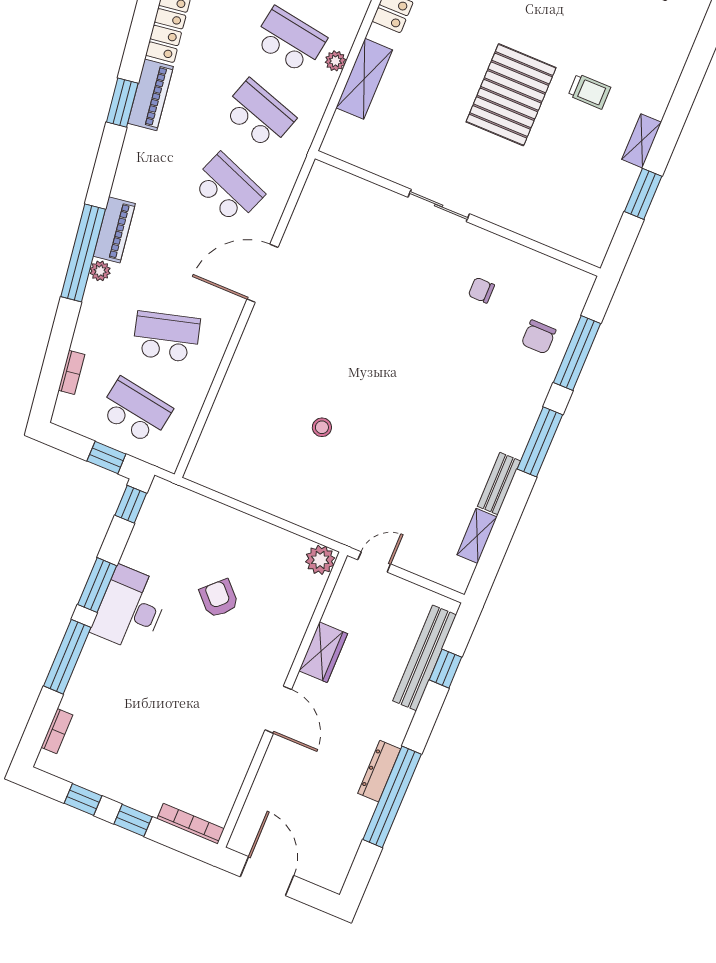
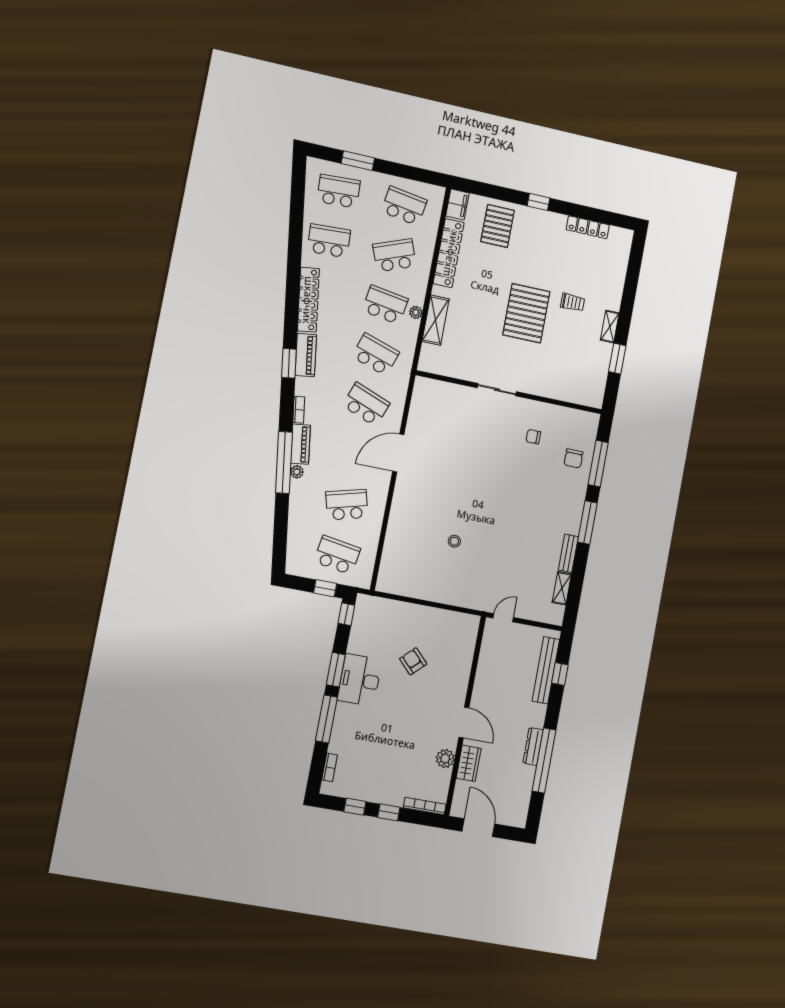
bookcase: (72, 372) -> (299, 410), moved
plant: (320, 560) -> (445, 759), moved
wardrobe: (323, 652) -> (469, 763), moved

